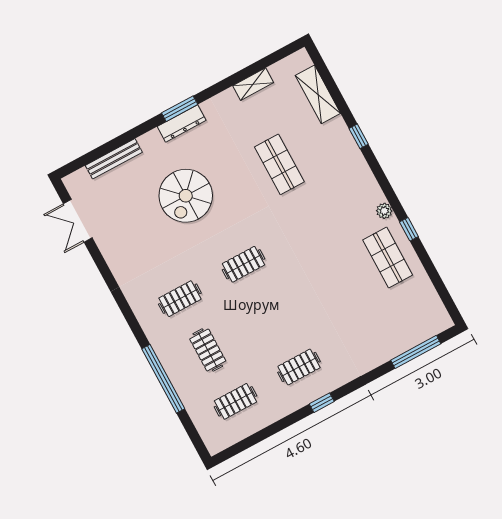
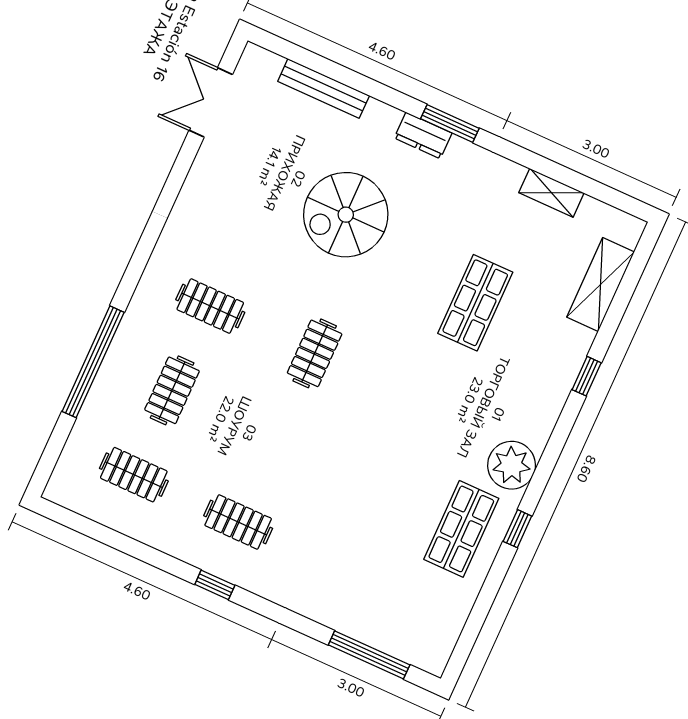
dresser: (182, 123) -> (423, 136), width x0.70
plant: (384, 211) -> (512, 465), width x1.87, depth x1.87
clothes rail: (243, 264) -> (315, 353), turned 90

